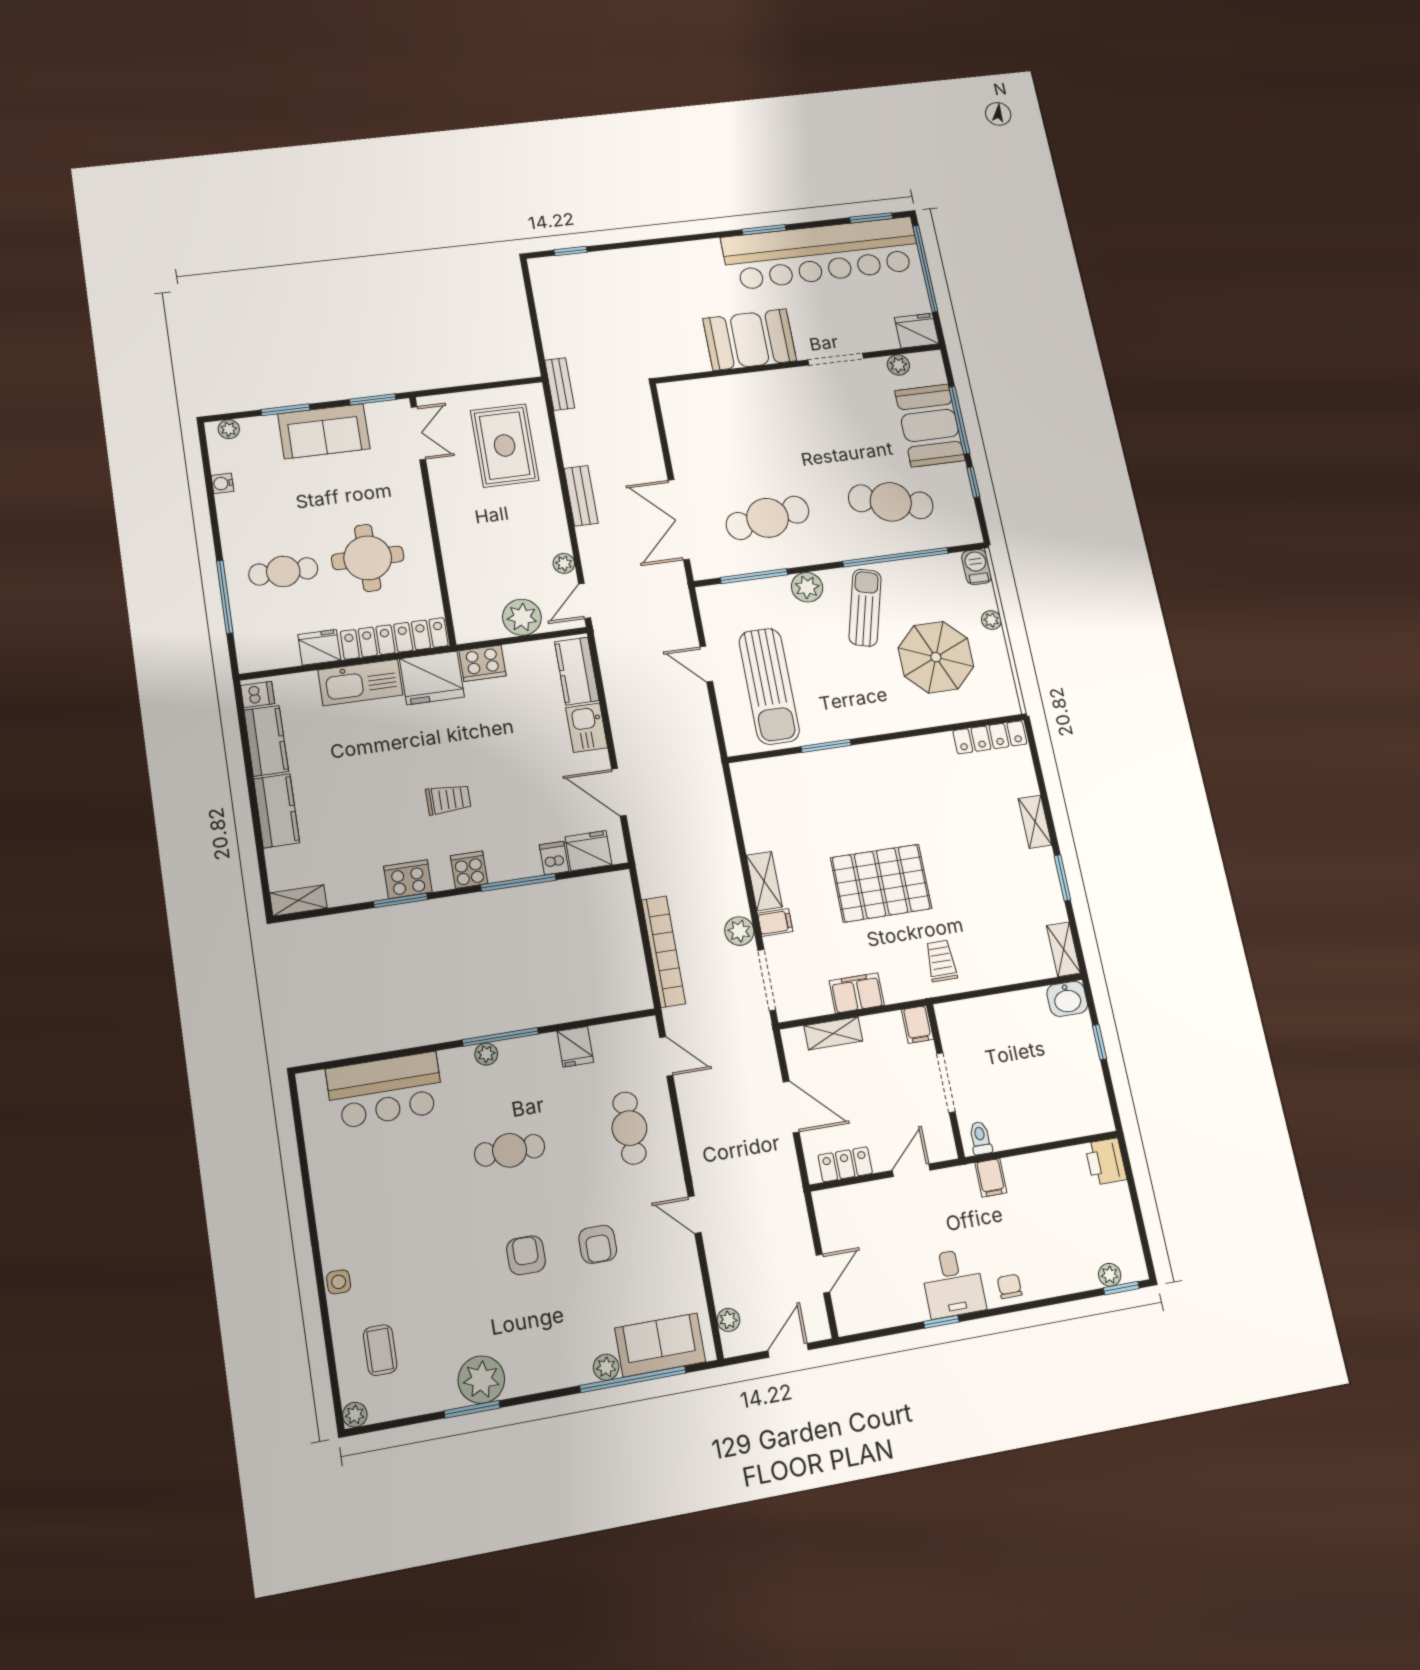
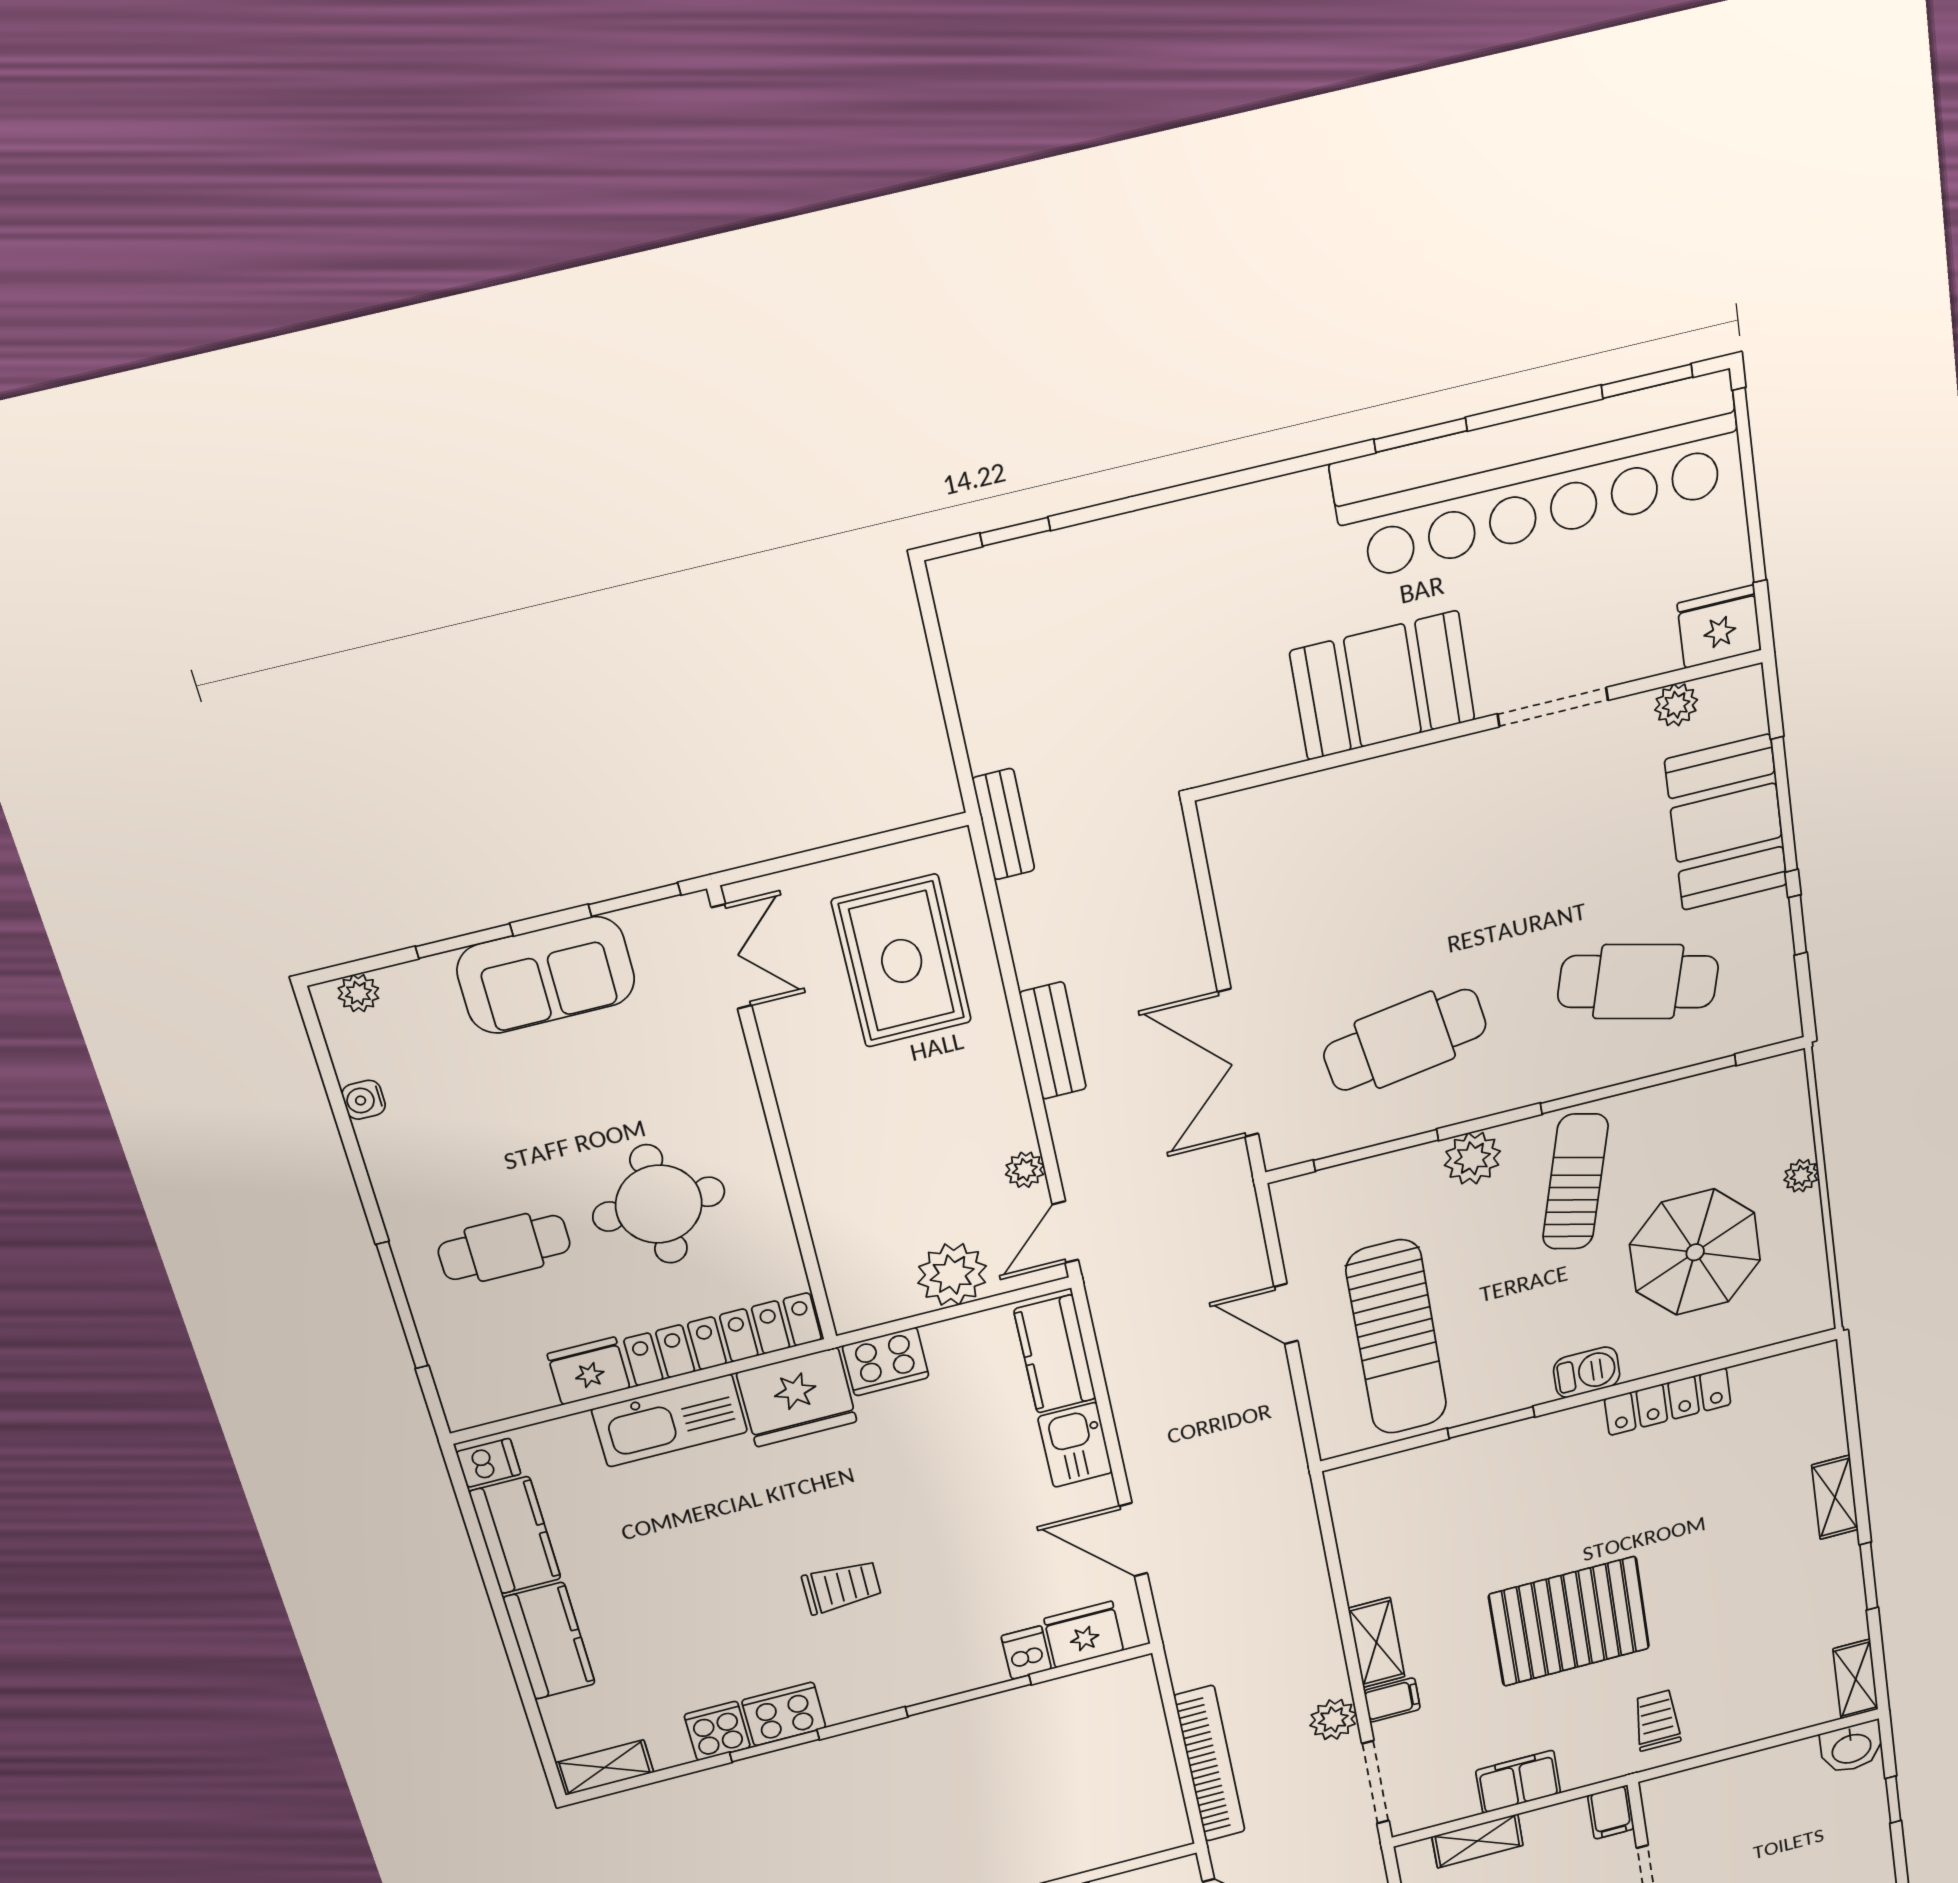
barbecue: (977, 567) -> (1587, 1372), moved, turned 90
locker: (990, 737) -> (1668, 1402), moved
cooker: (469, 870) -> (717, 1731), moved

